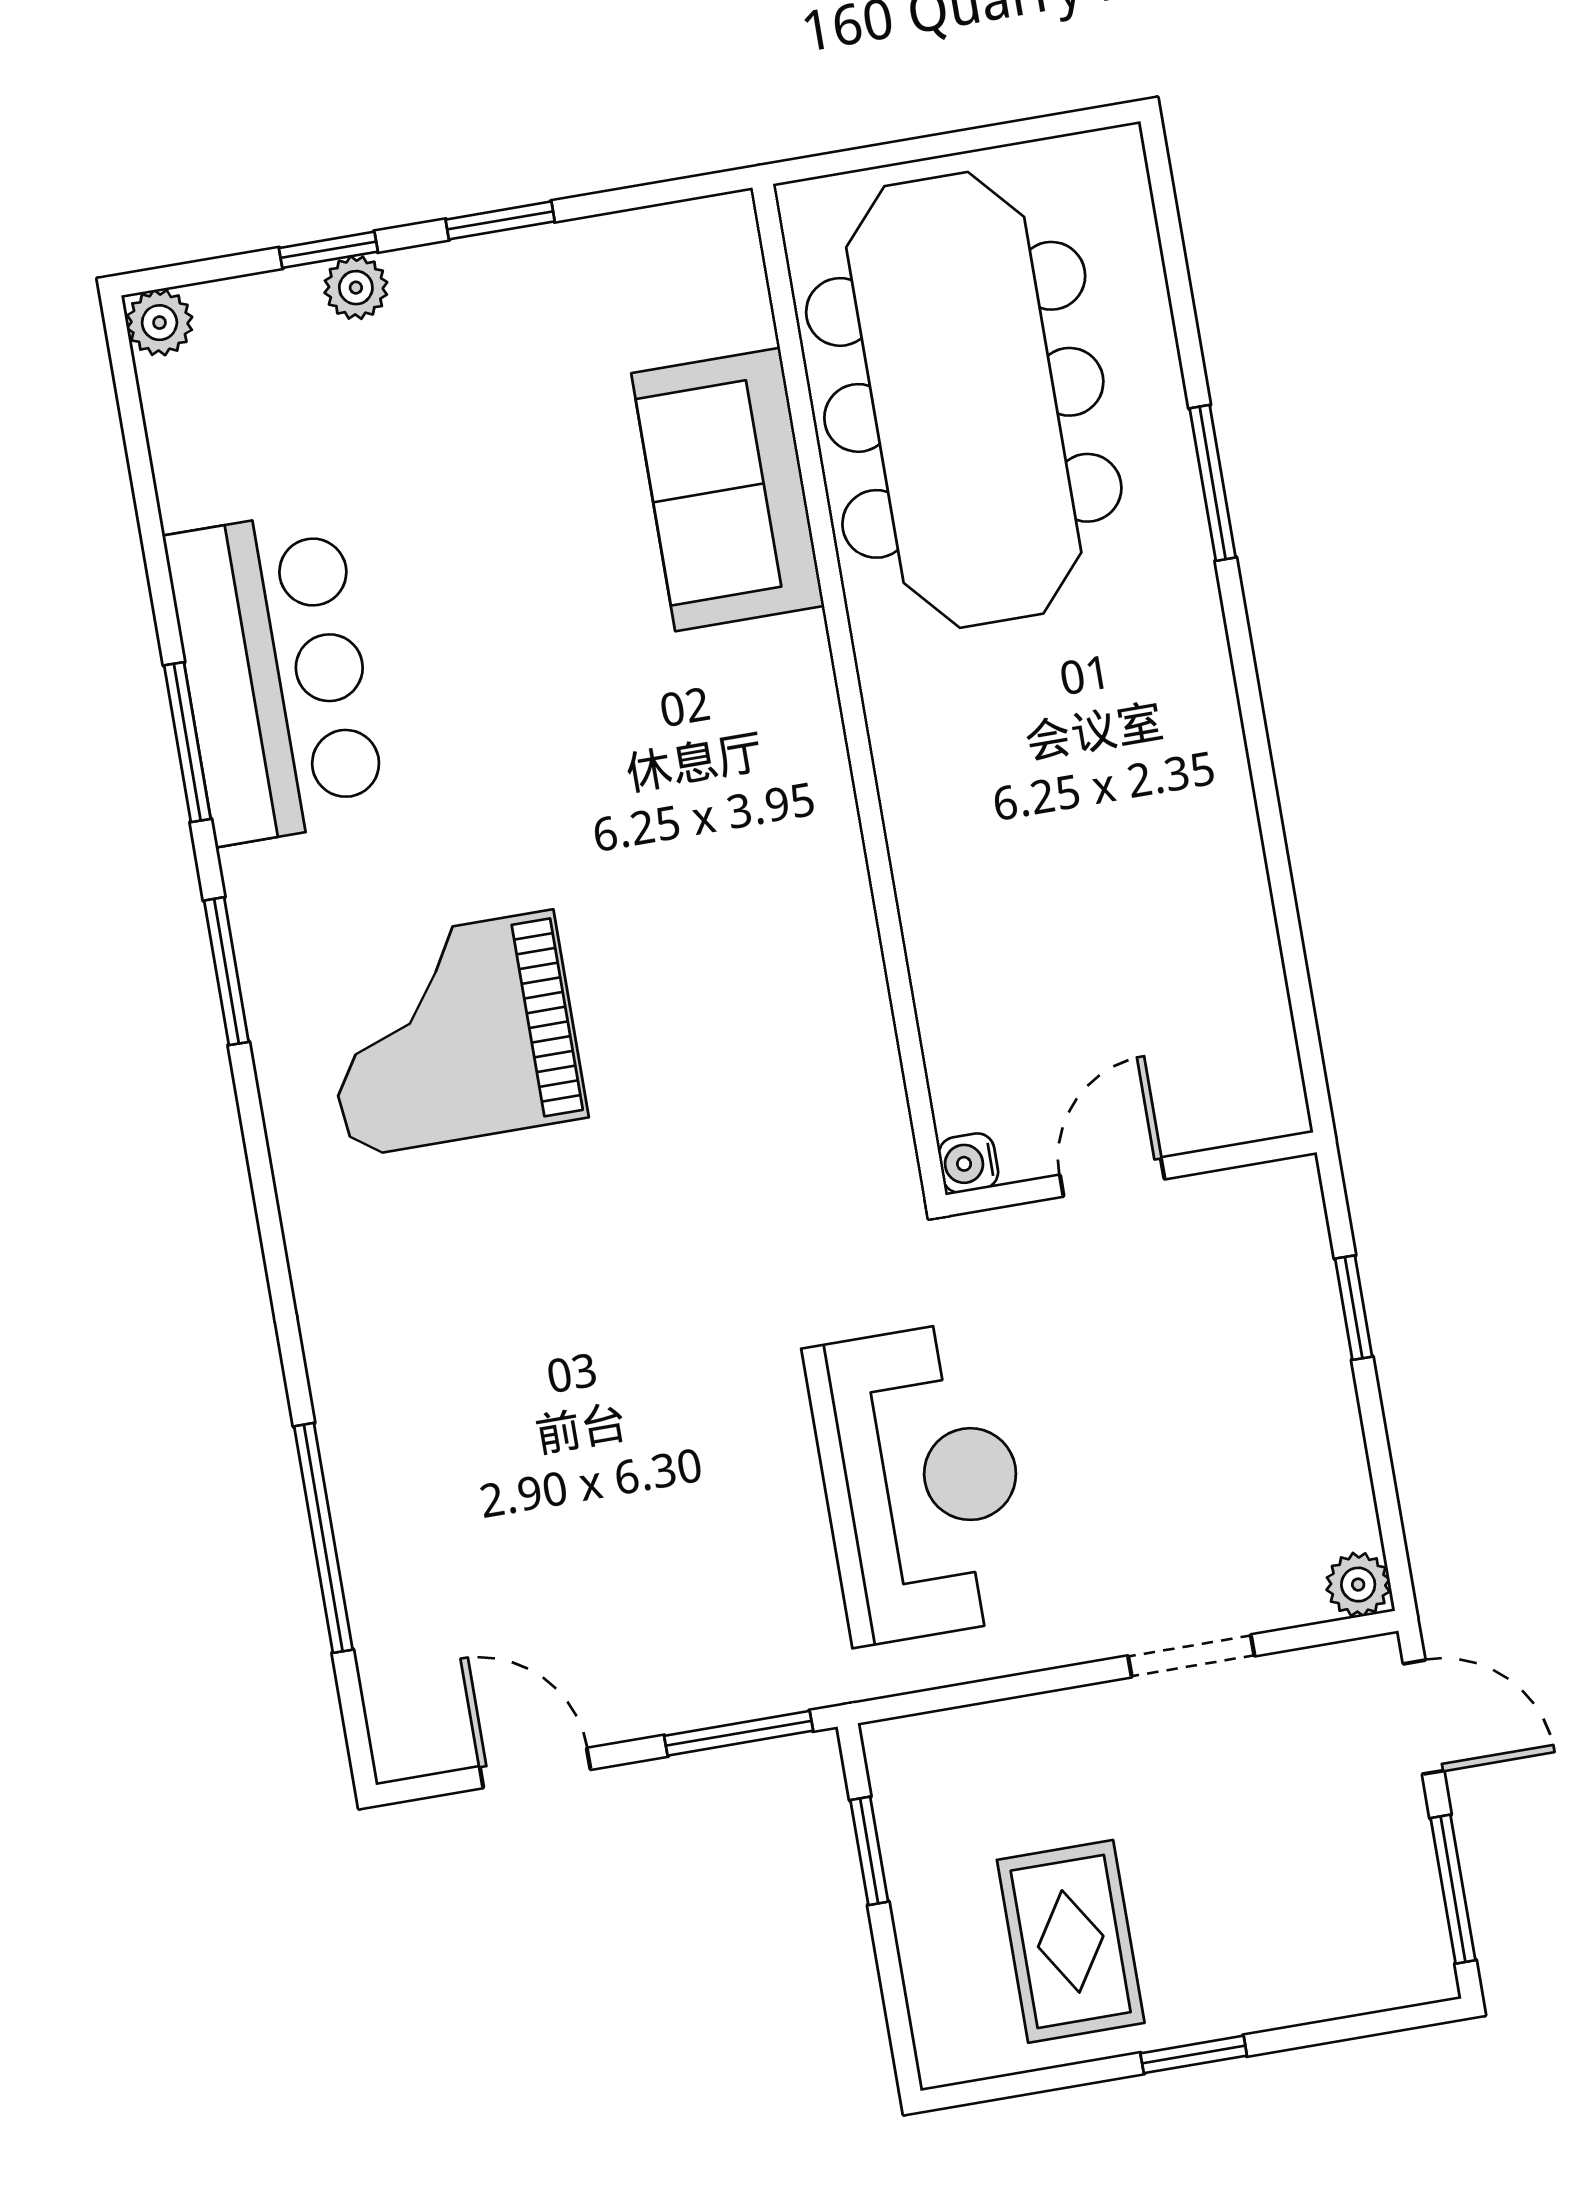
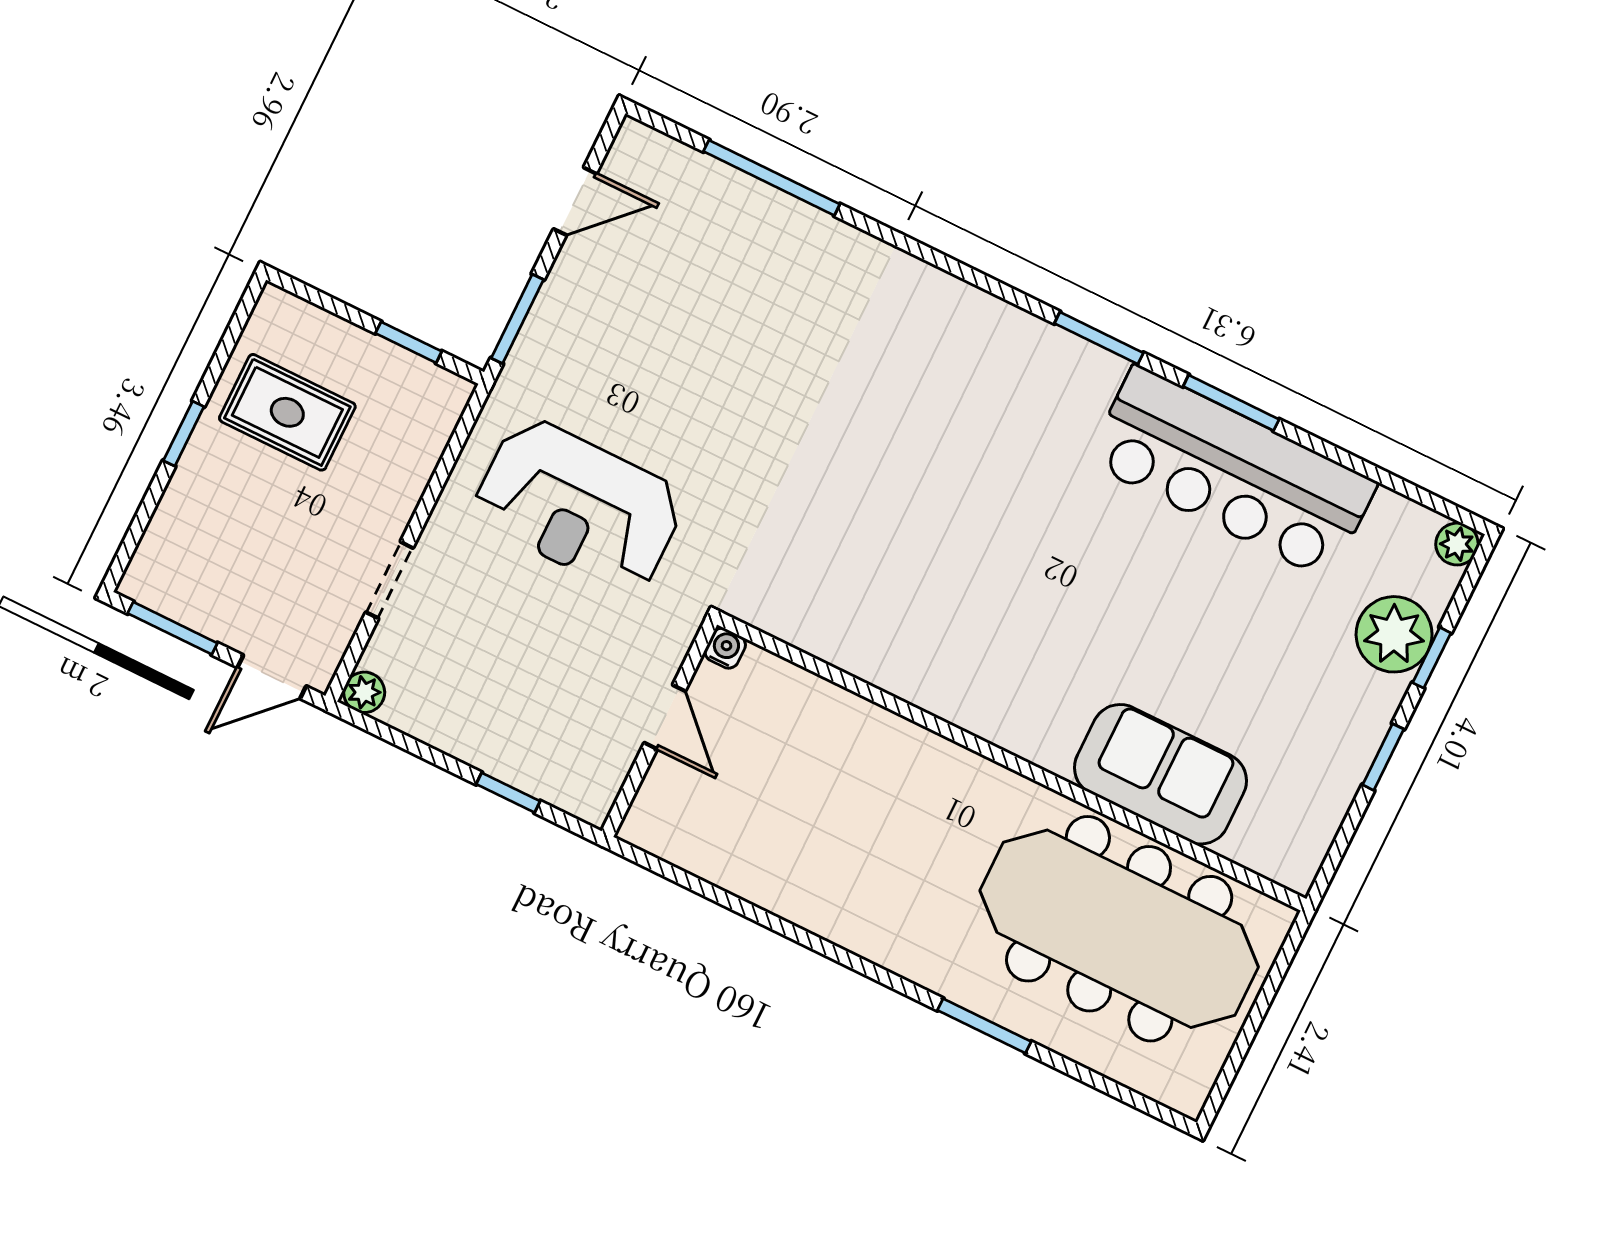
plant: (356, 288) -> (1394, 634), width x1.88, depth x1.88
bar counter: (276, 677) -> (1232, 472), width x1.36
grand piano: (451, 1034) -> (983, 430), removed

